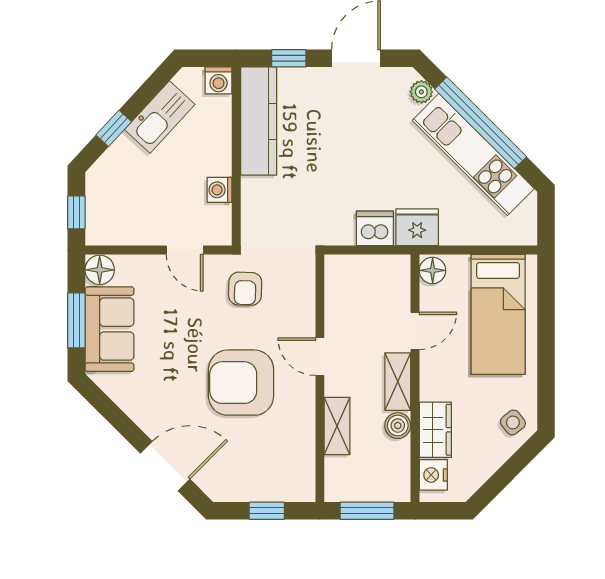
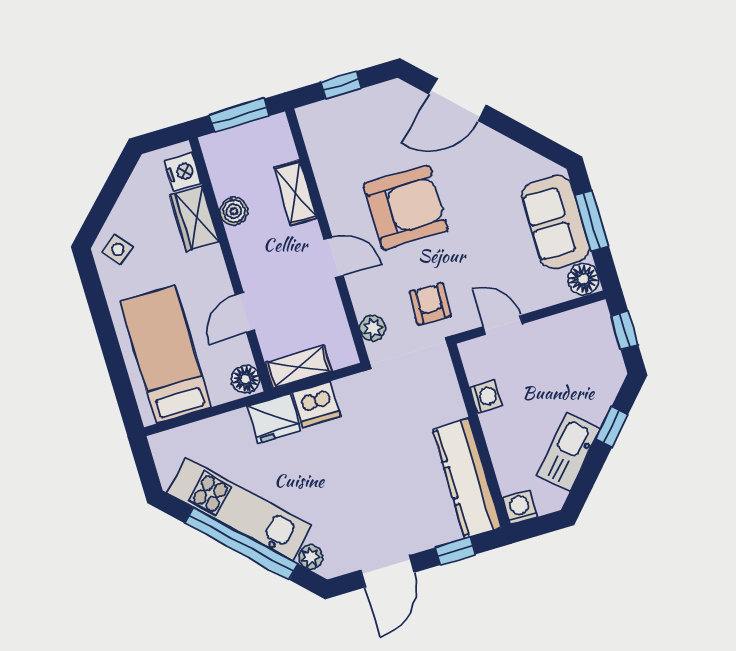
plant: (303, 282) -> (373, 328), added
shelving: (398, 382) -> (299, 367), moved, turned 90

